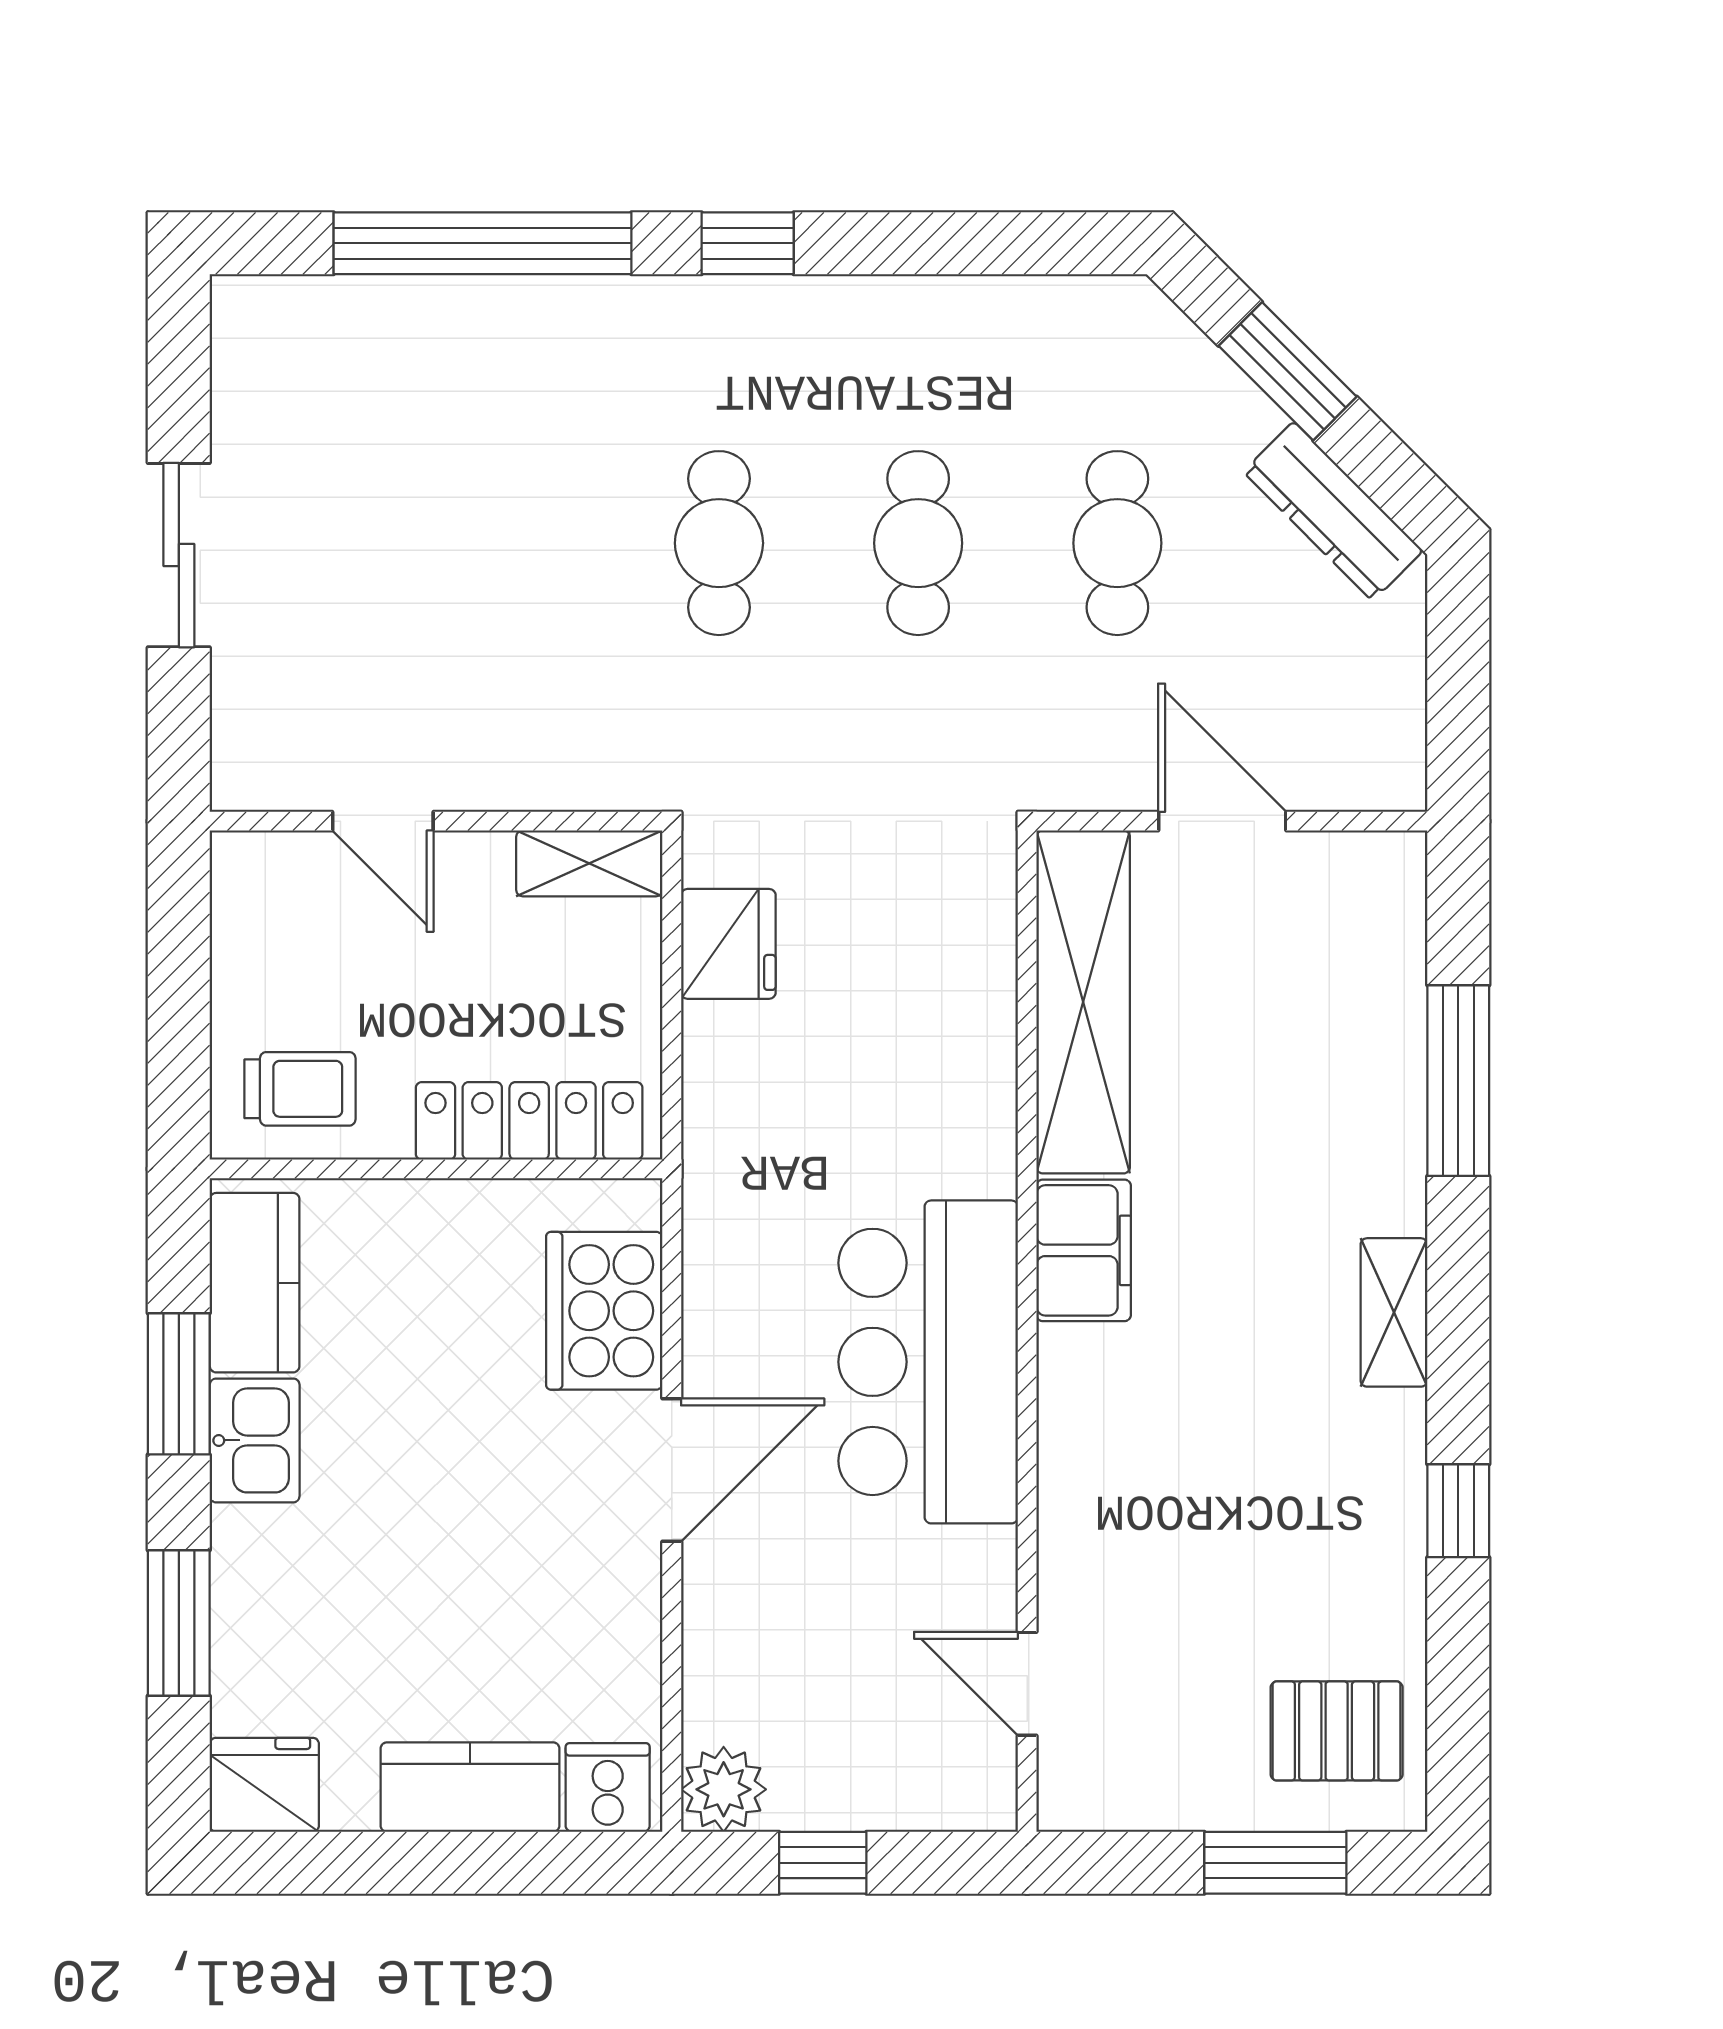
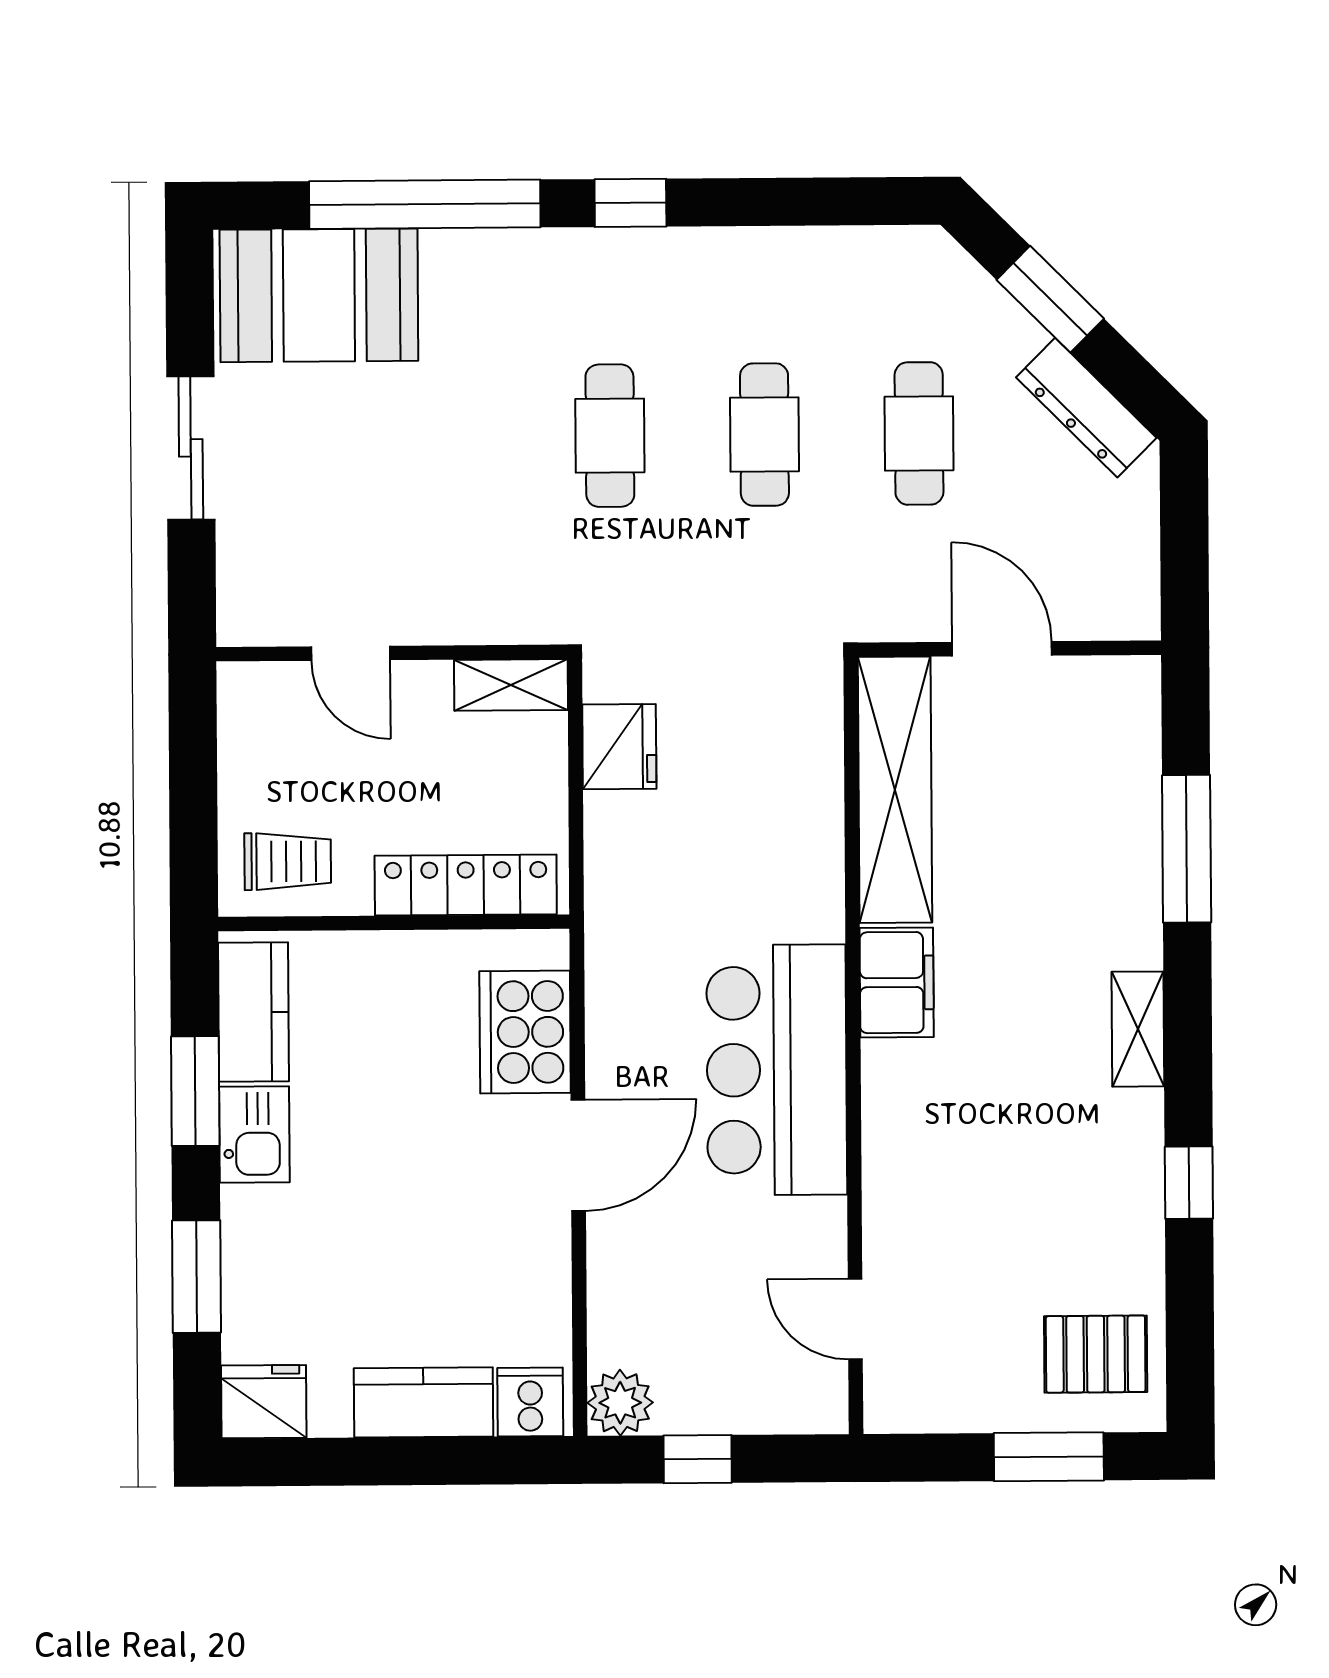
booth: (345, 360) -> (319, 295), added

